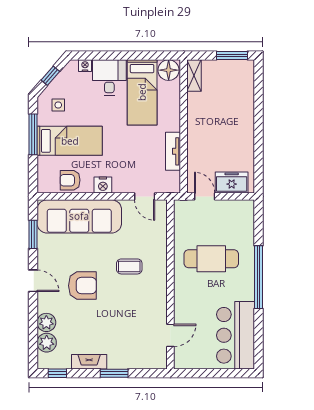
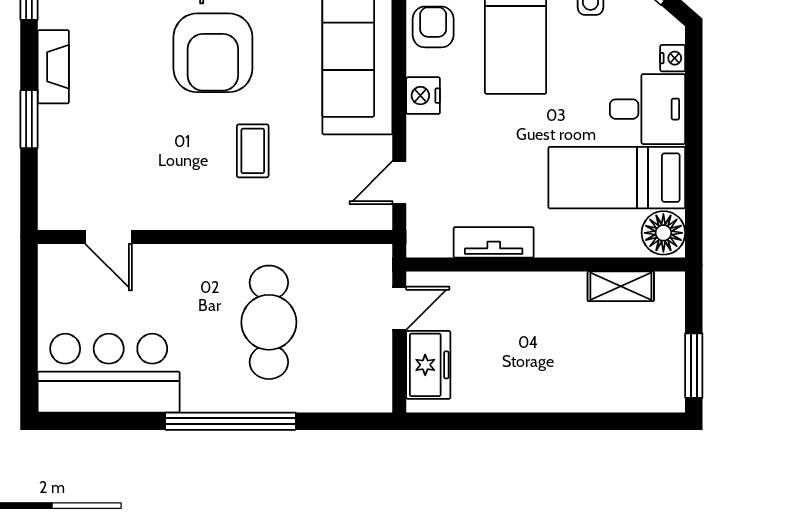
shelving: (194, 76) -> (621, 286), moved
armchair: (82, 286) -> (213, 53), width x1.36, depth x1.36

